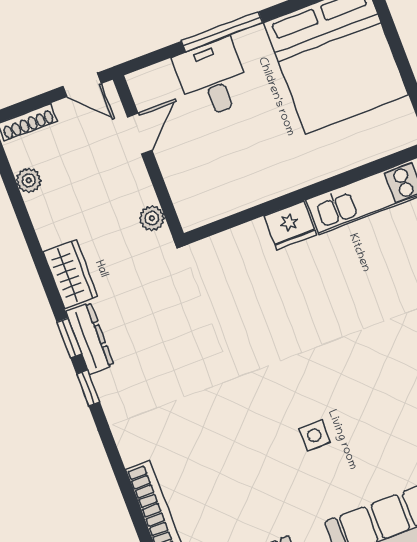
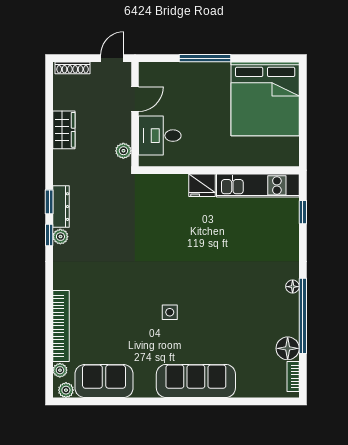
desk: (212, 78) -> (160, 136), moved, turned -90
door: (82, 85) -> (112, 58), swing flipped
plant: (29, 180) -> (60, 237), moved
wardrobe: (70, 274) -> (64, 130), moved

